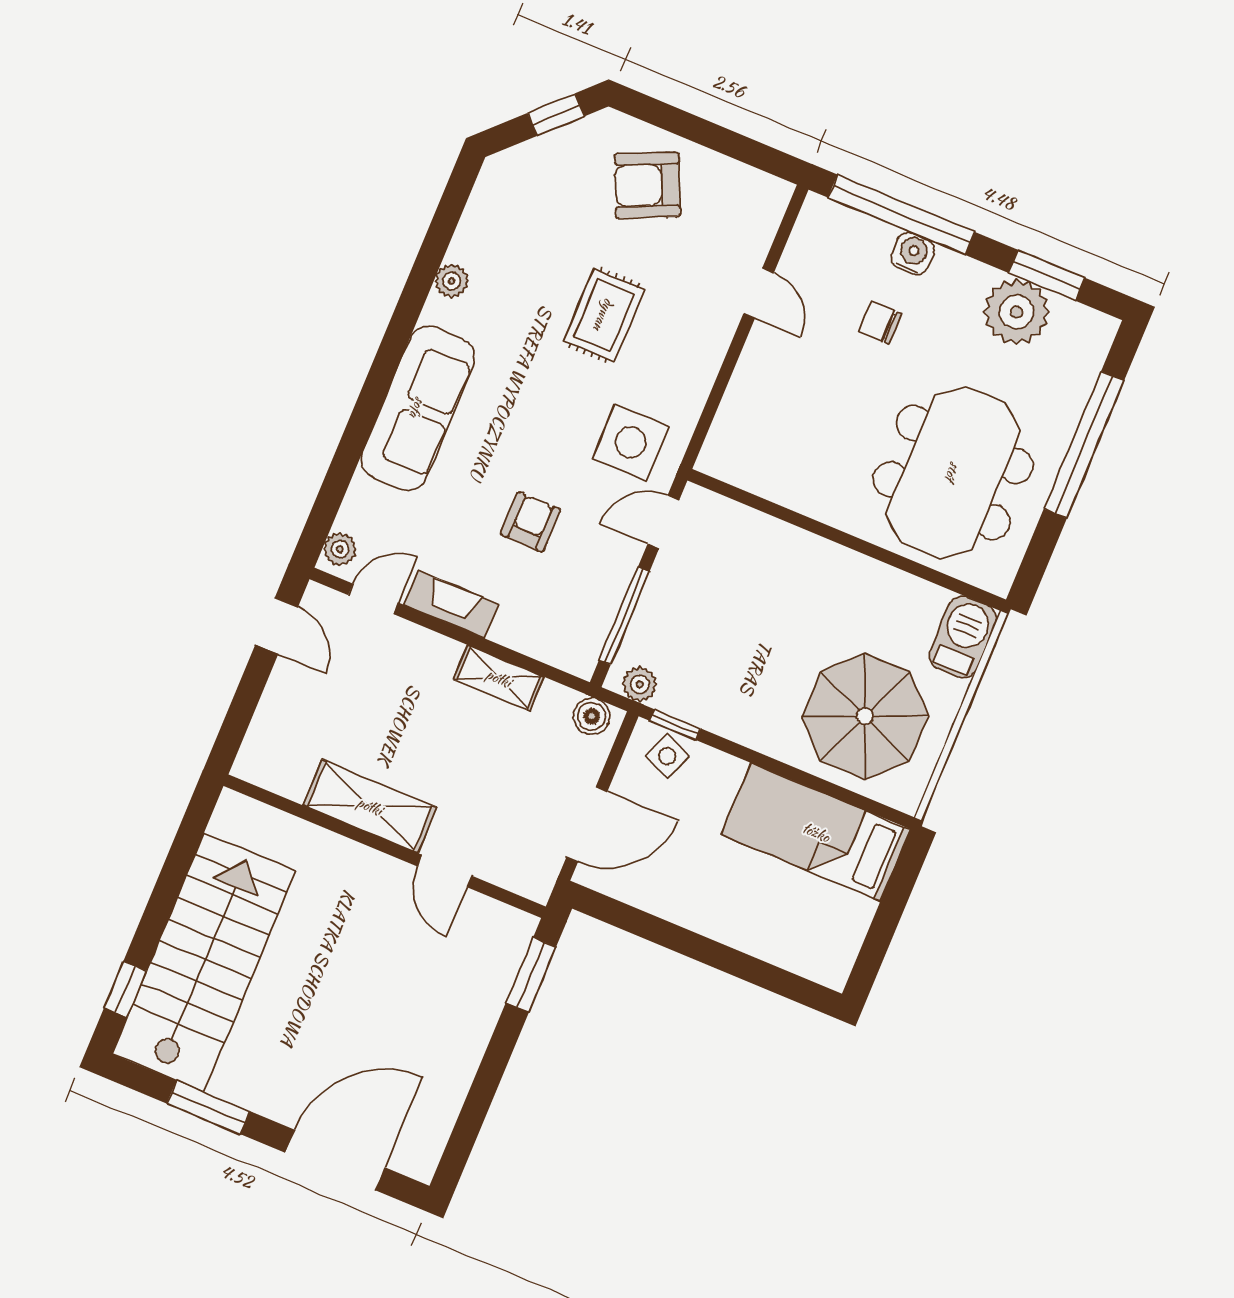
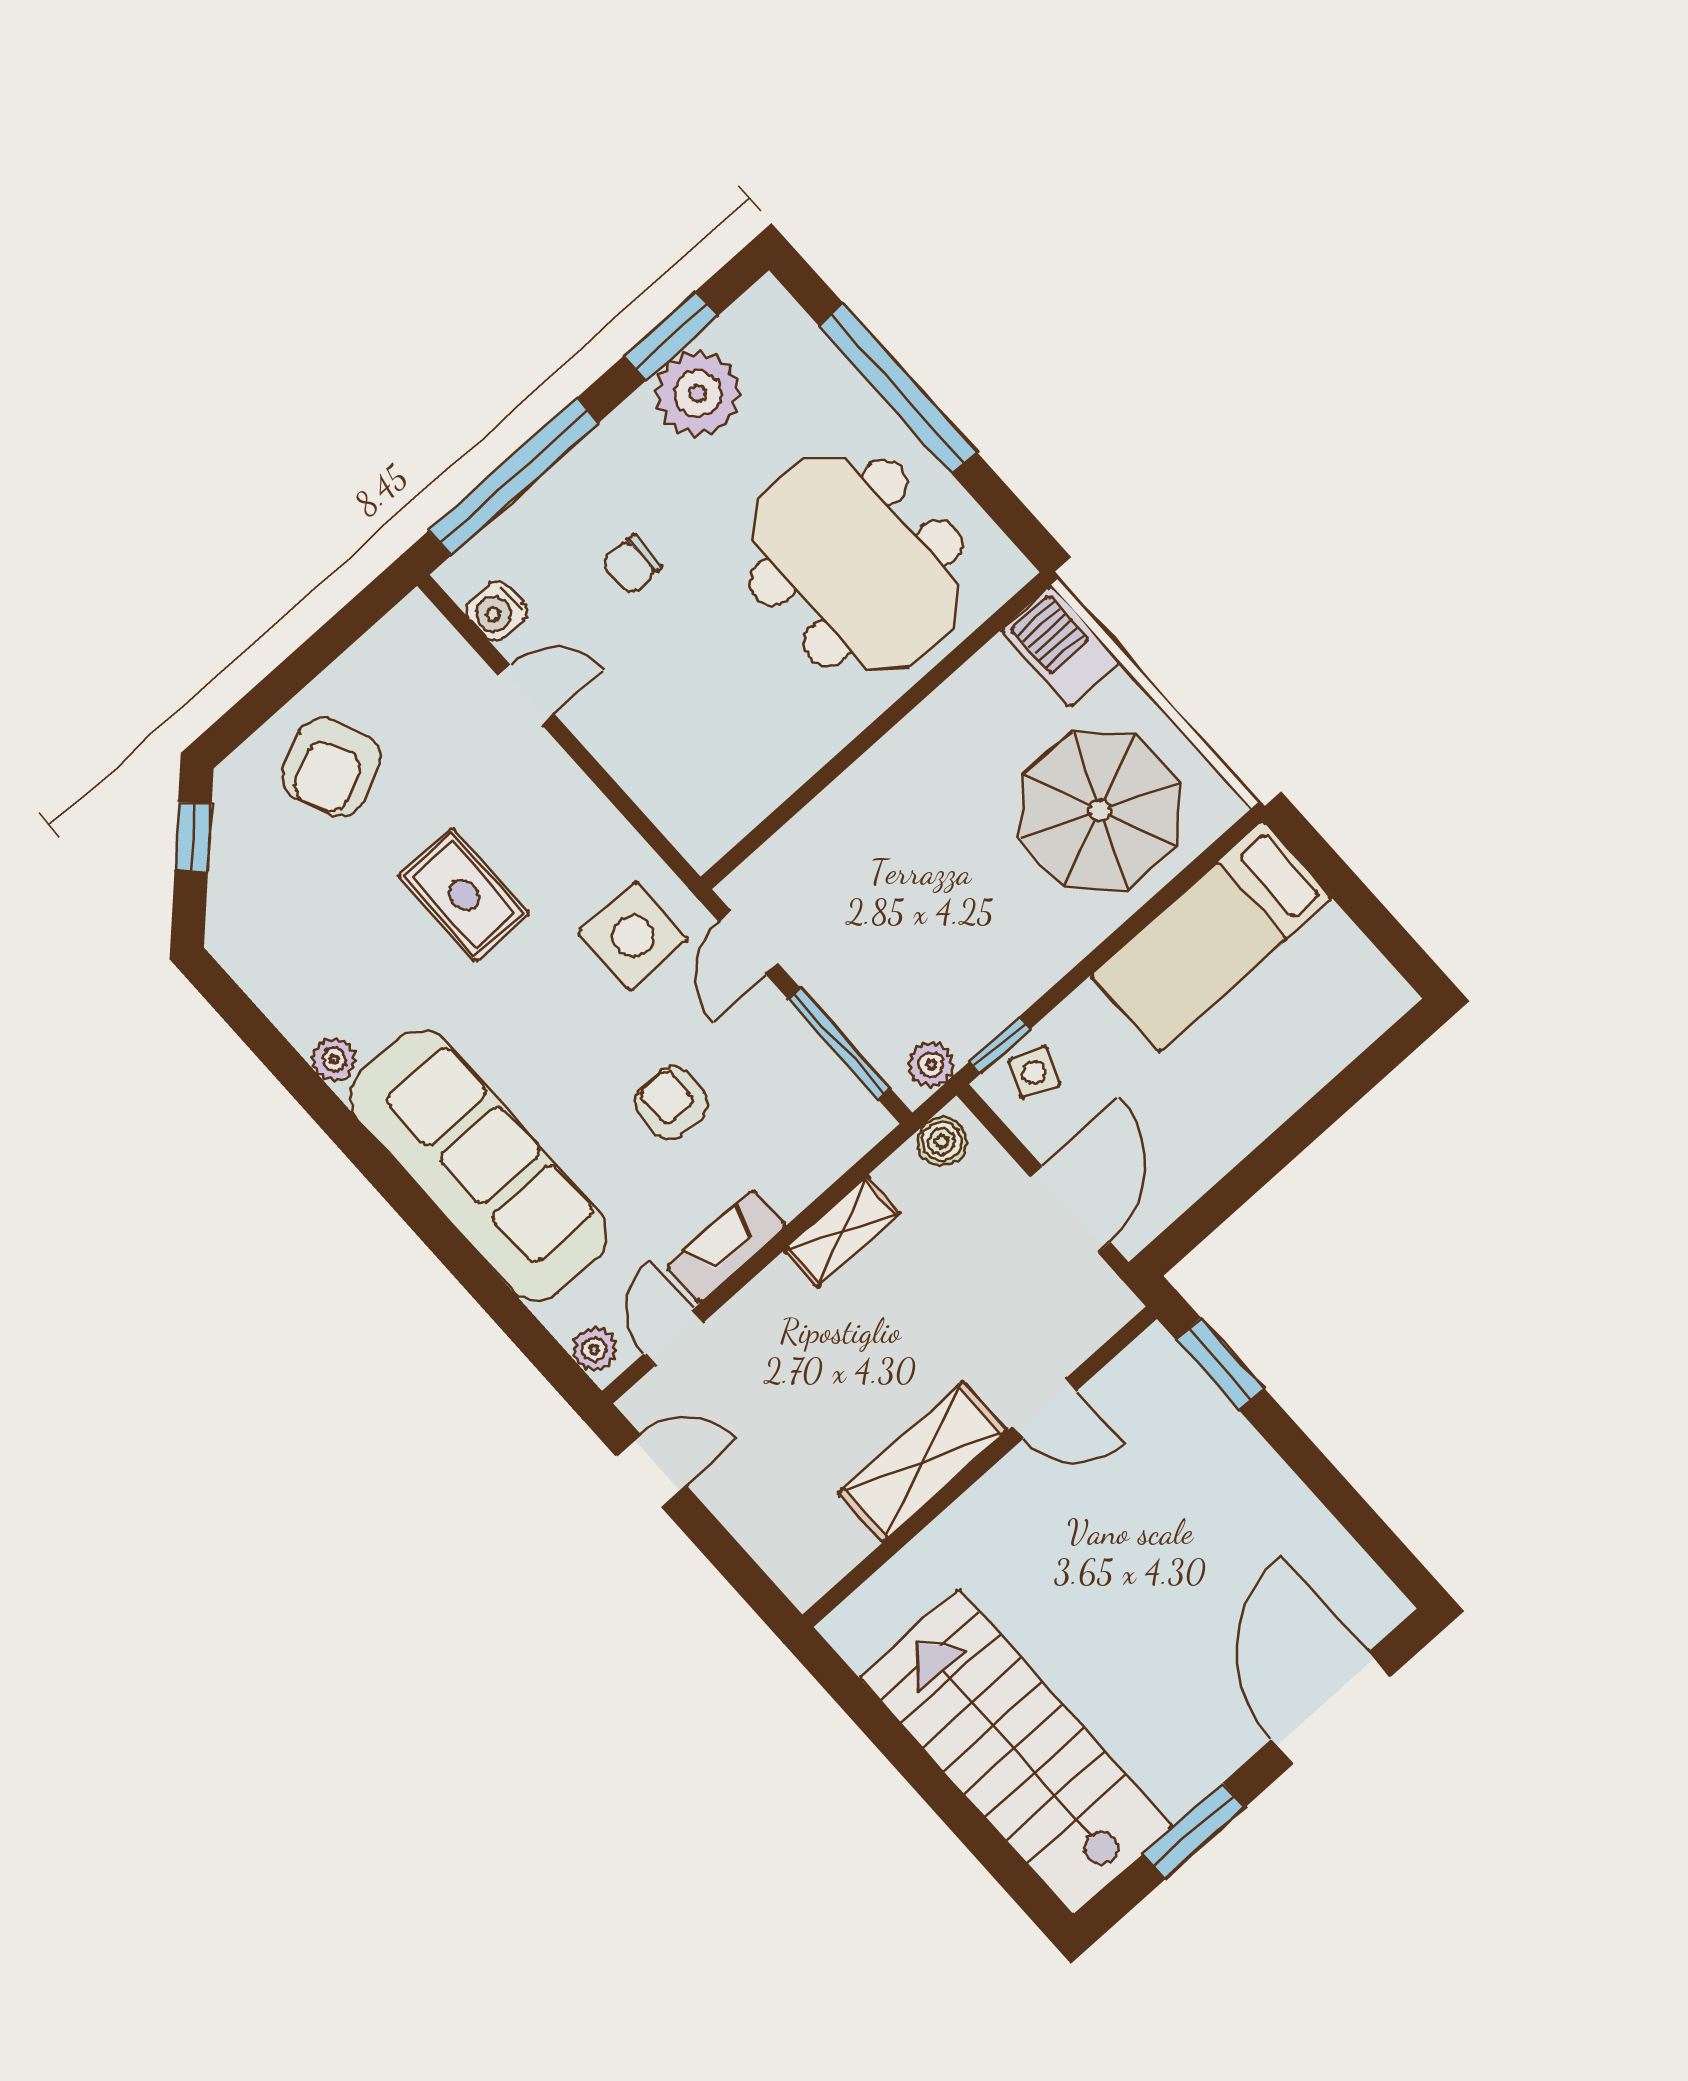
water cooler: (913, 253) -> (497, 611), moved, turned -90
sofa: (418, 408) -> (478, 1165), width x1.36, depth x1.27
window: (125, 989) -> (1003, 1863), removed

